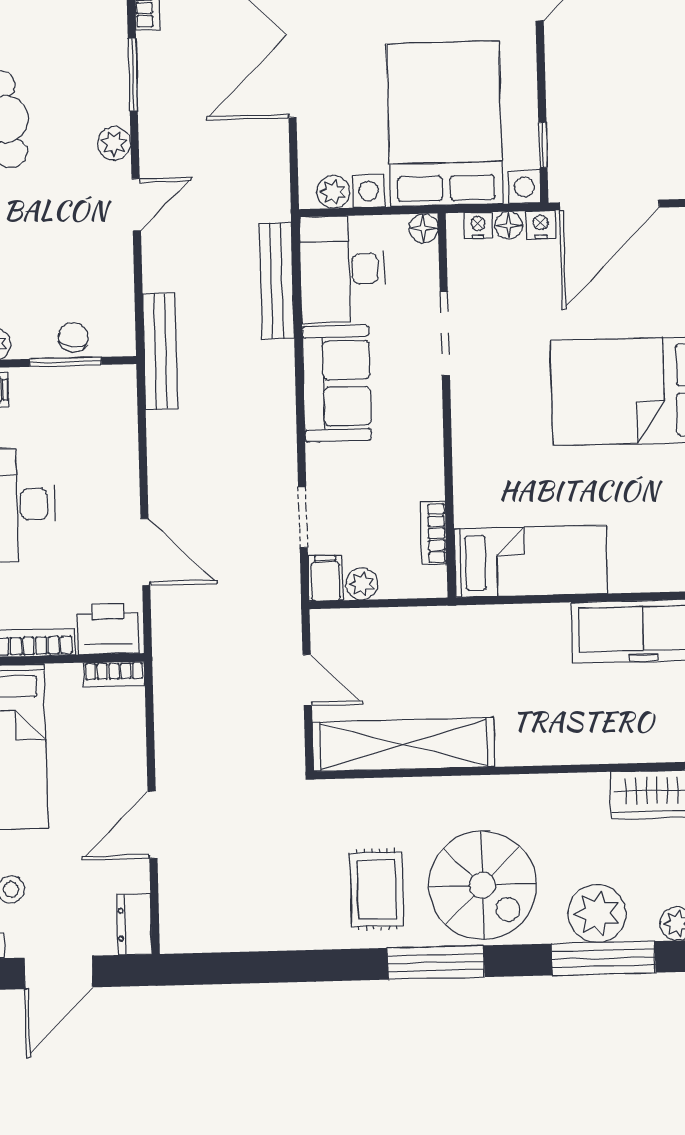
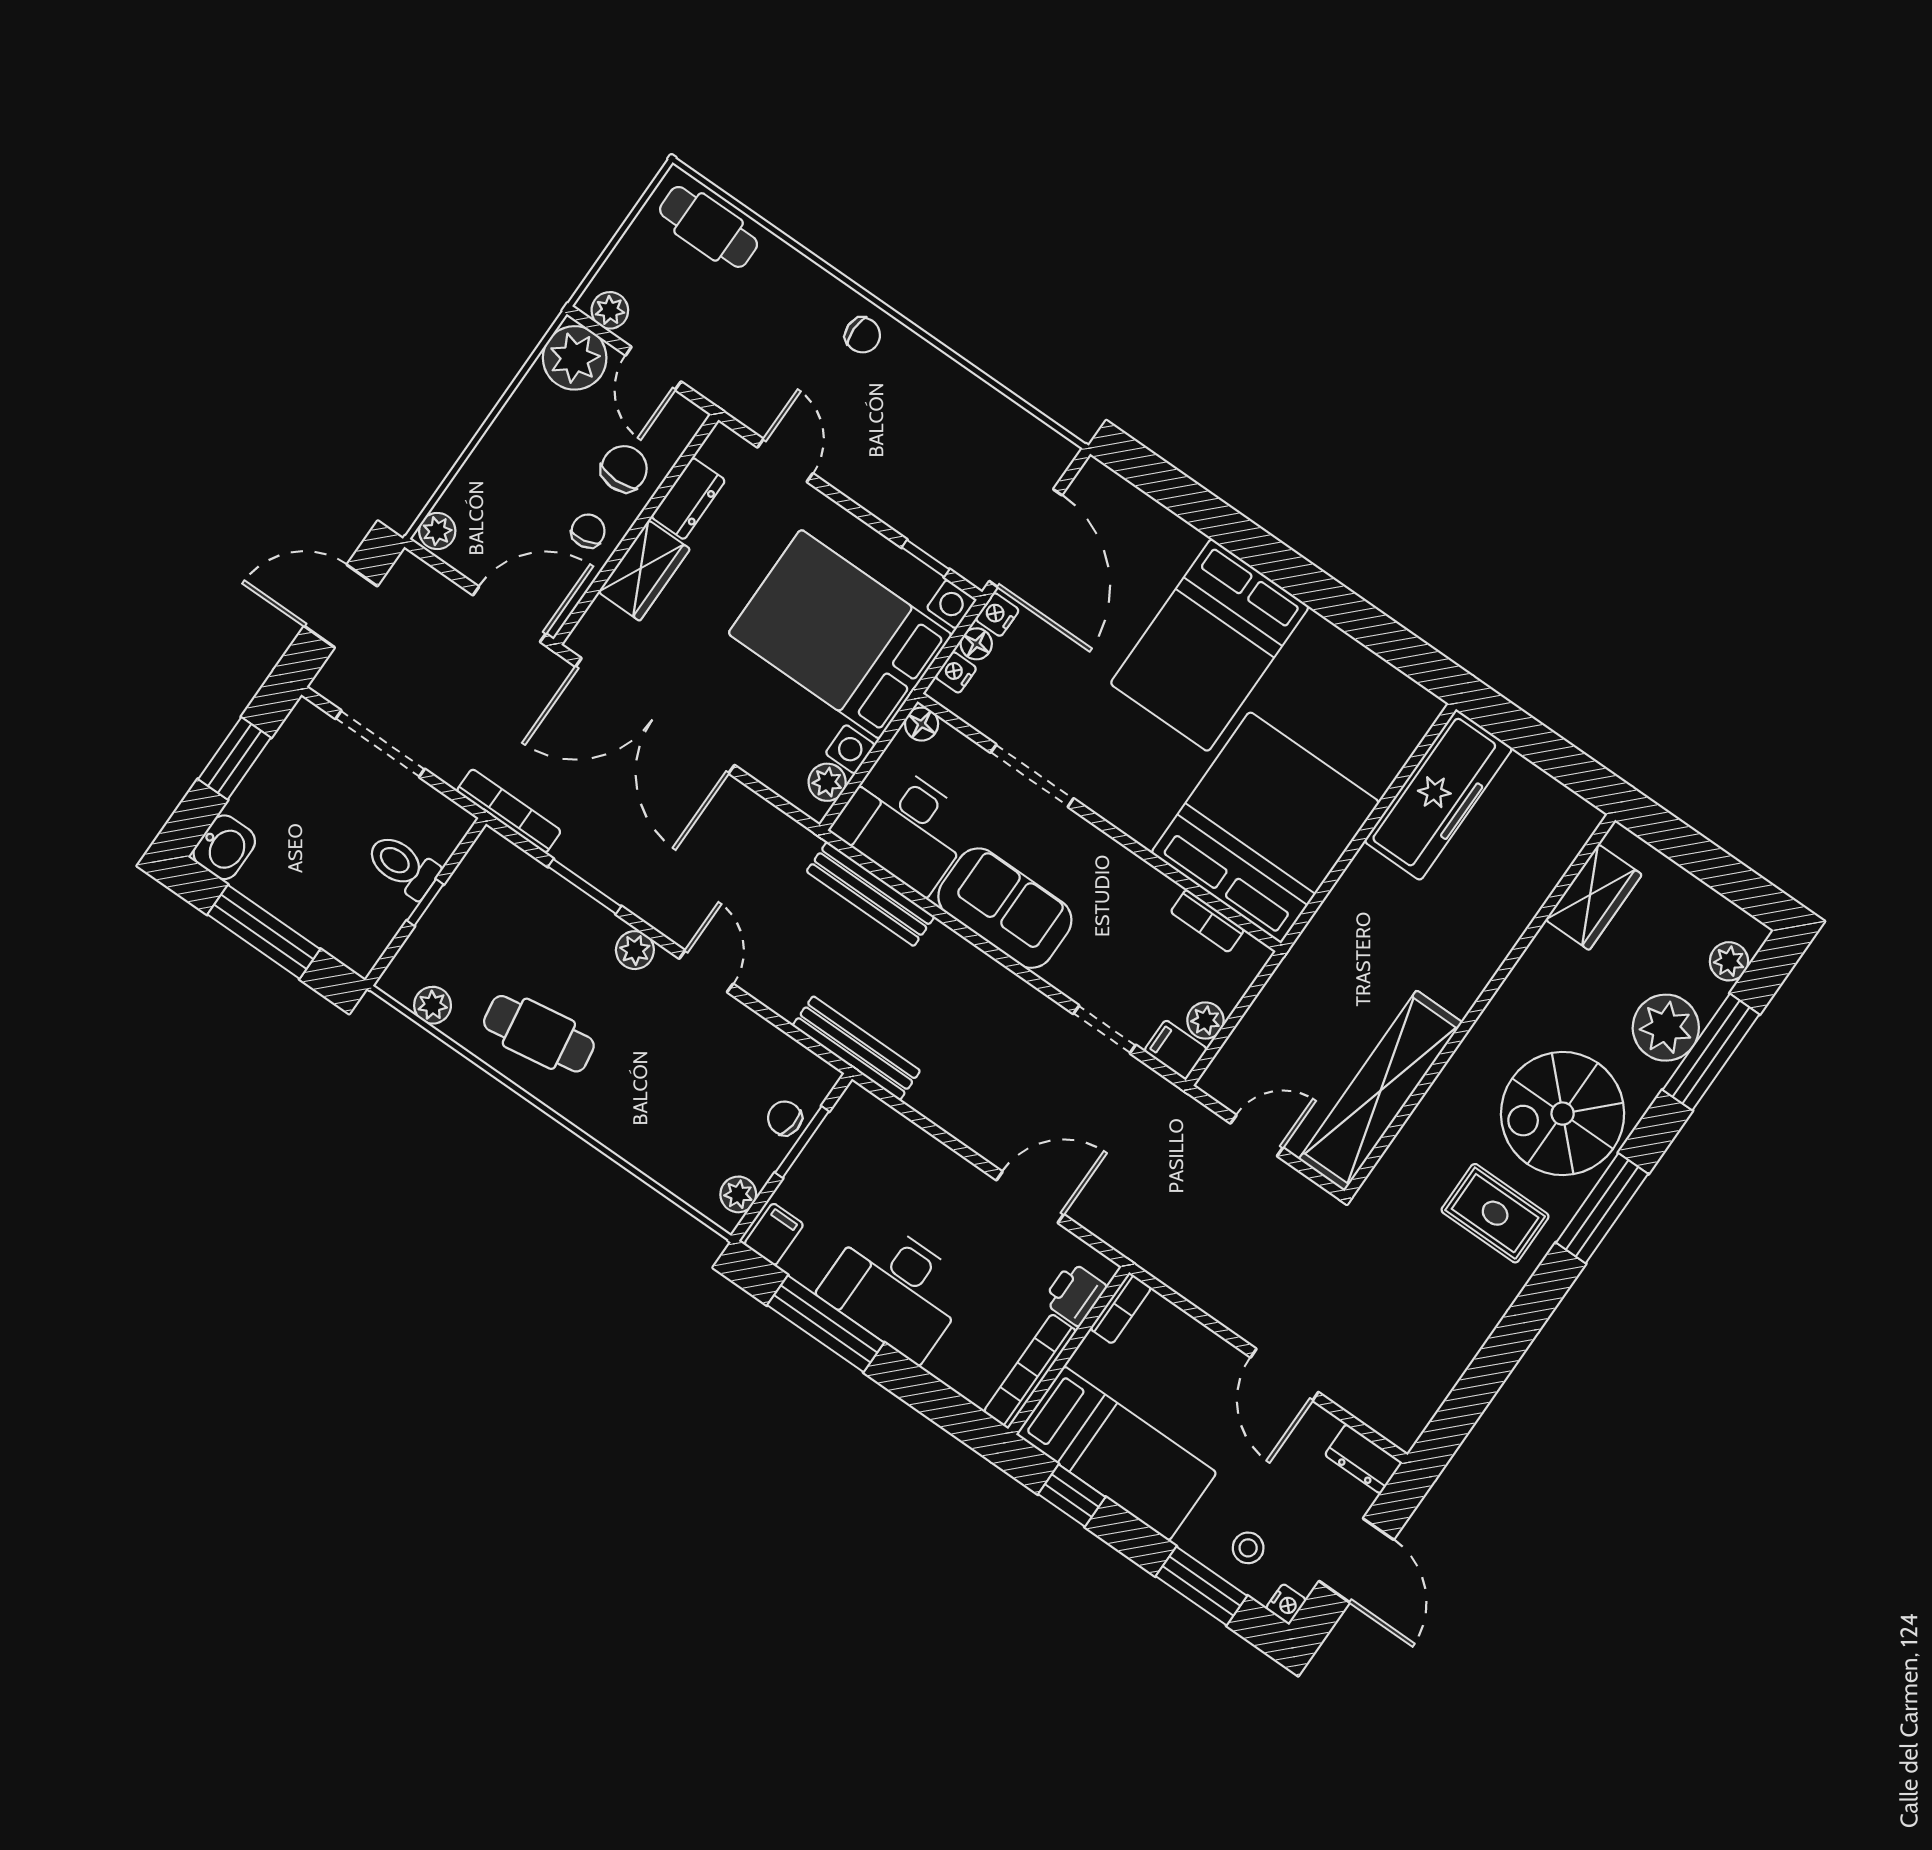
bed: (531, 561) -> (1265, 827), width x2.04
printer: (108, 629) -> (1075, 1294), width x0.73, depth x0.81
spiral stairs: (482, 885) -> (1563, 1114), turned 180

